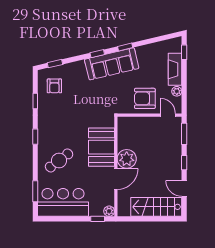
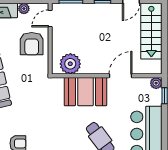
plant: (127, 159) -> (70, 64), moved
door: (116, 179) -> (121, 76), hinge flipped

